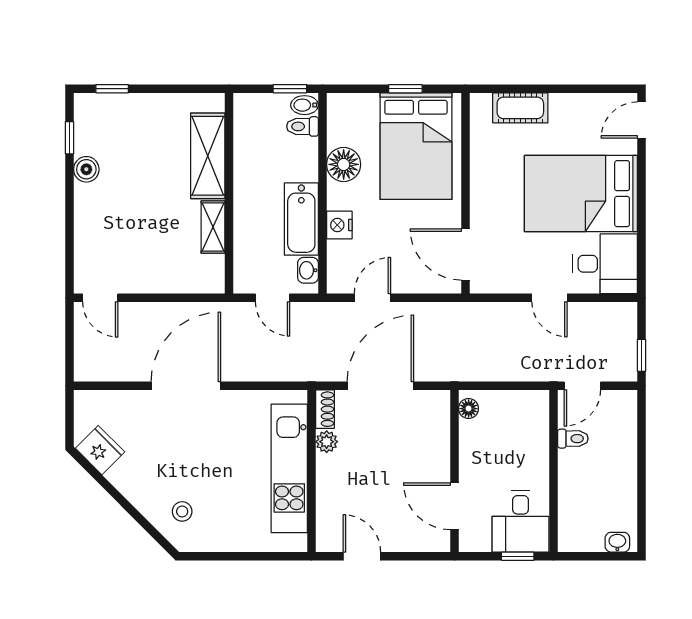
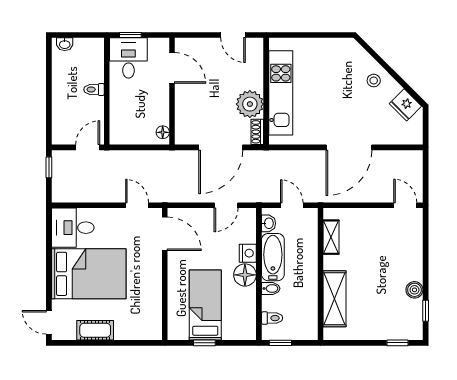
bidet: (305, 105) -> (271, 288), moved
cot: (520, 108) -> (95, 330), moved
door: (641, 120) -> (49, 322), swing flipped
bed: (416, 146) -> (205, 305), width x0.67
floor lamp: (344, 164) -> (245, 275), moved
shelving: (213, 227) -> (331, 237), moved
door: (550, 298) -> (137, 205), moved
toilet: (573, 439) -> (94, 89), moved
plant: (327, 442) -> (250, 104), width x1.88, depth x1.88
stool: (182, 511) -> (374, 81), moved

